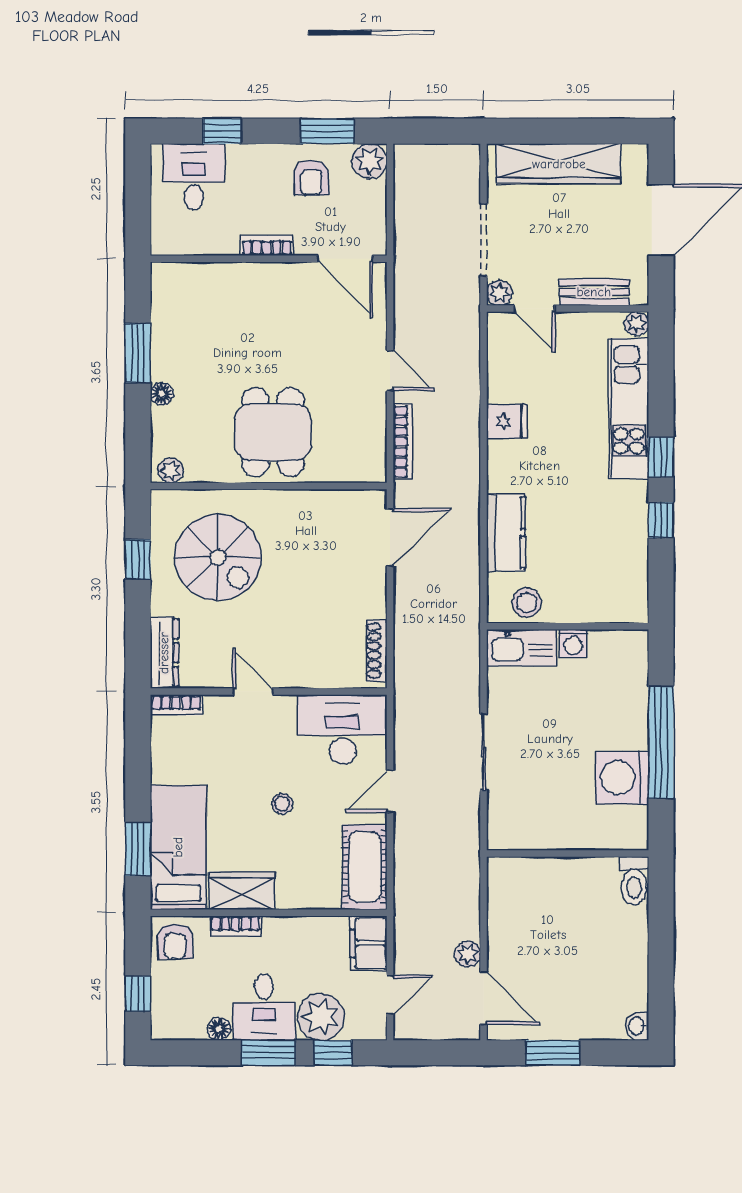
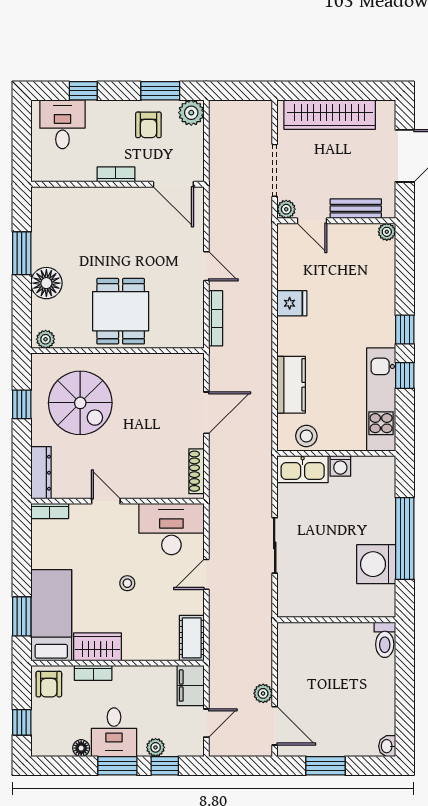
floor lamp: (162, 394) -> (46, 283), width x1.89, depth x1.89
kitchen unit: (629, 409) -> (381, 399), moved
door: (390, 537) -> (206, 413), moved
cot: (364, 867) -> (192, 638), width x0.73, depth x0.75
plant: (321, 1017) -> (156, 747), width x0.53, depth x0.53

